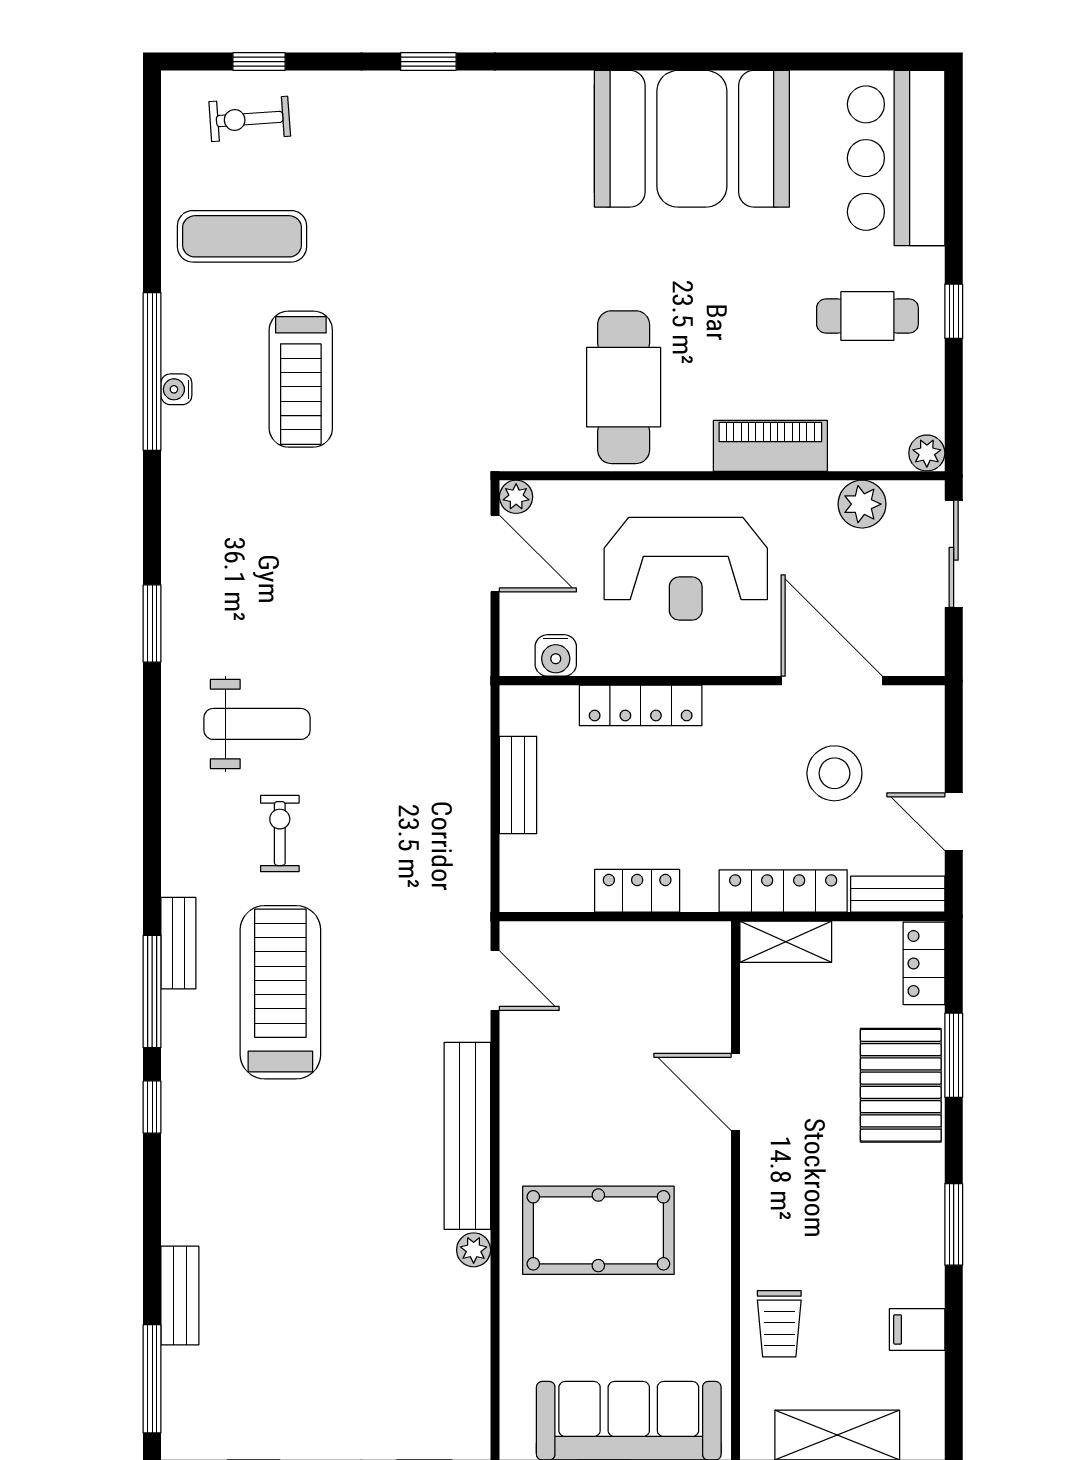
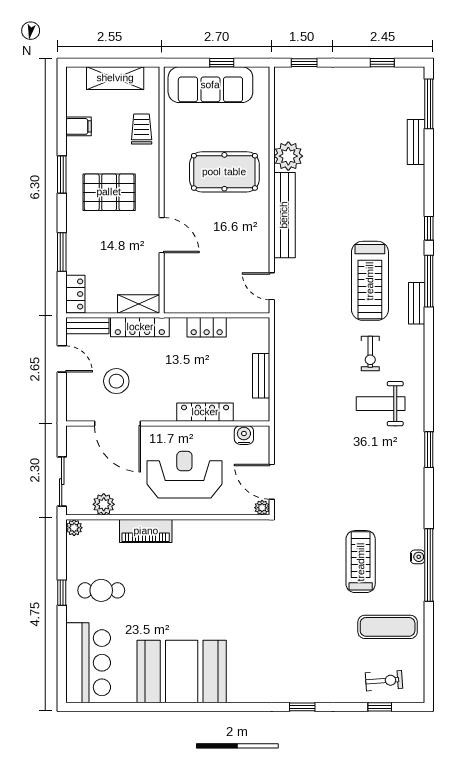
cafe table: (624, 387) -> (213, 558), removed
pallet: (901, 1085) -> (109, 192), moved, turned 90
plant: (474, 1250) -> (288, 156), width x1.87, depth x1.87

